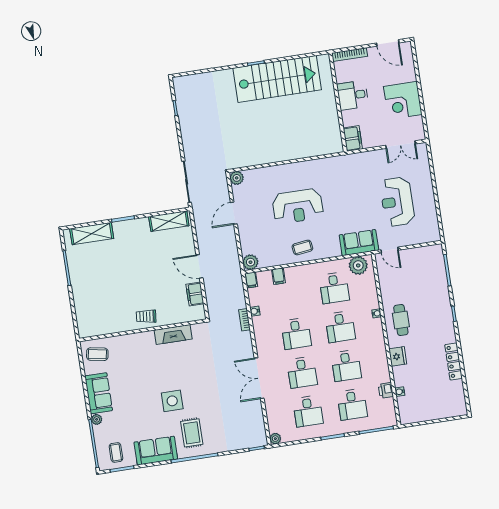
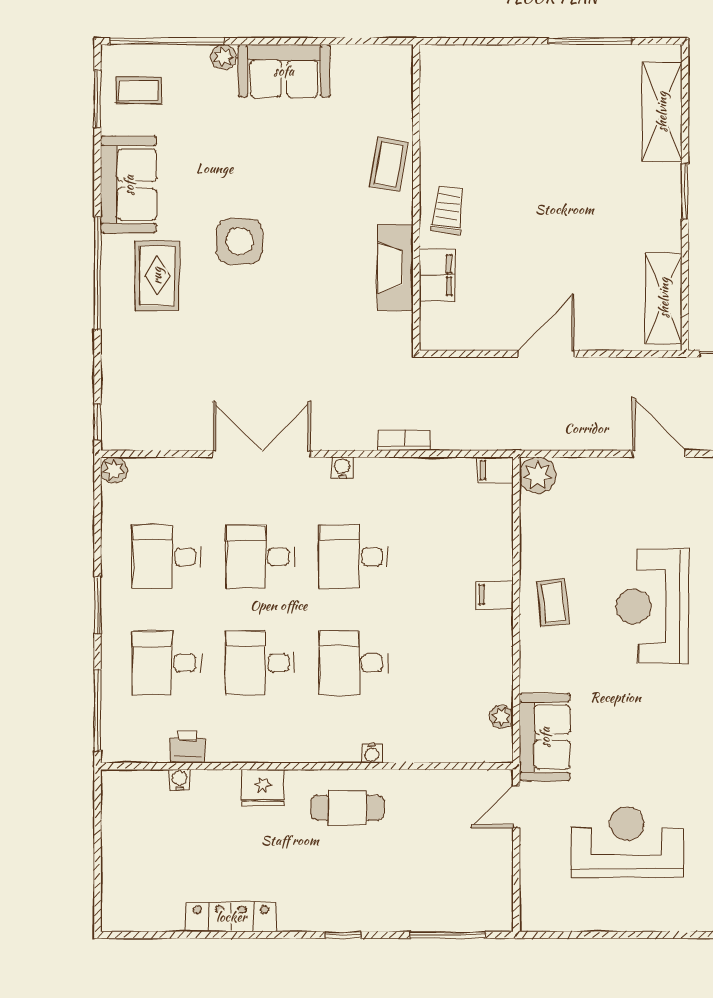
plant: (358, 265) -> (501, 717), width x0.53, depth x0.53
filing cabinet: (279, 276) -> (495, 595), moved
desk: (334, 288) -> (447, 663), removed
filing cabinet: (195, 294) -> (437, 275), moved, turned 90
water cooler: (255, 311) -> (342, 468), moved
coffee table: (97, 354) -> (388, 164), moved
rug: (192, 433) -> (157, 276), turned 90

